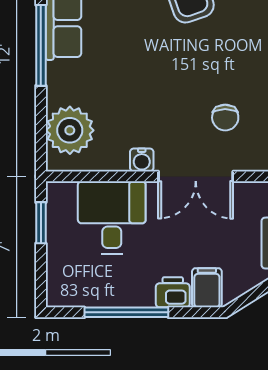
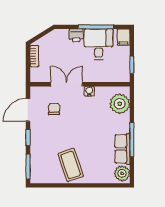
desk: (112, 218) -> (99, 44), moved, turned 180
filing cabinet: (207, 288) -> (124, 37), moved

